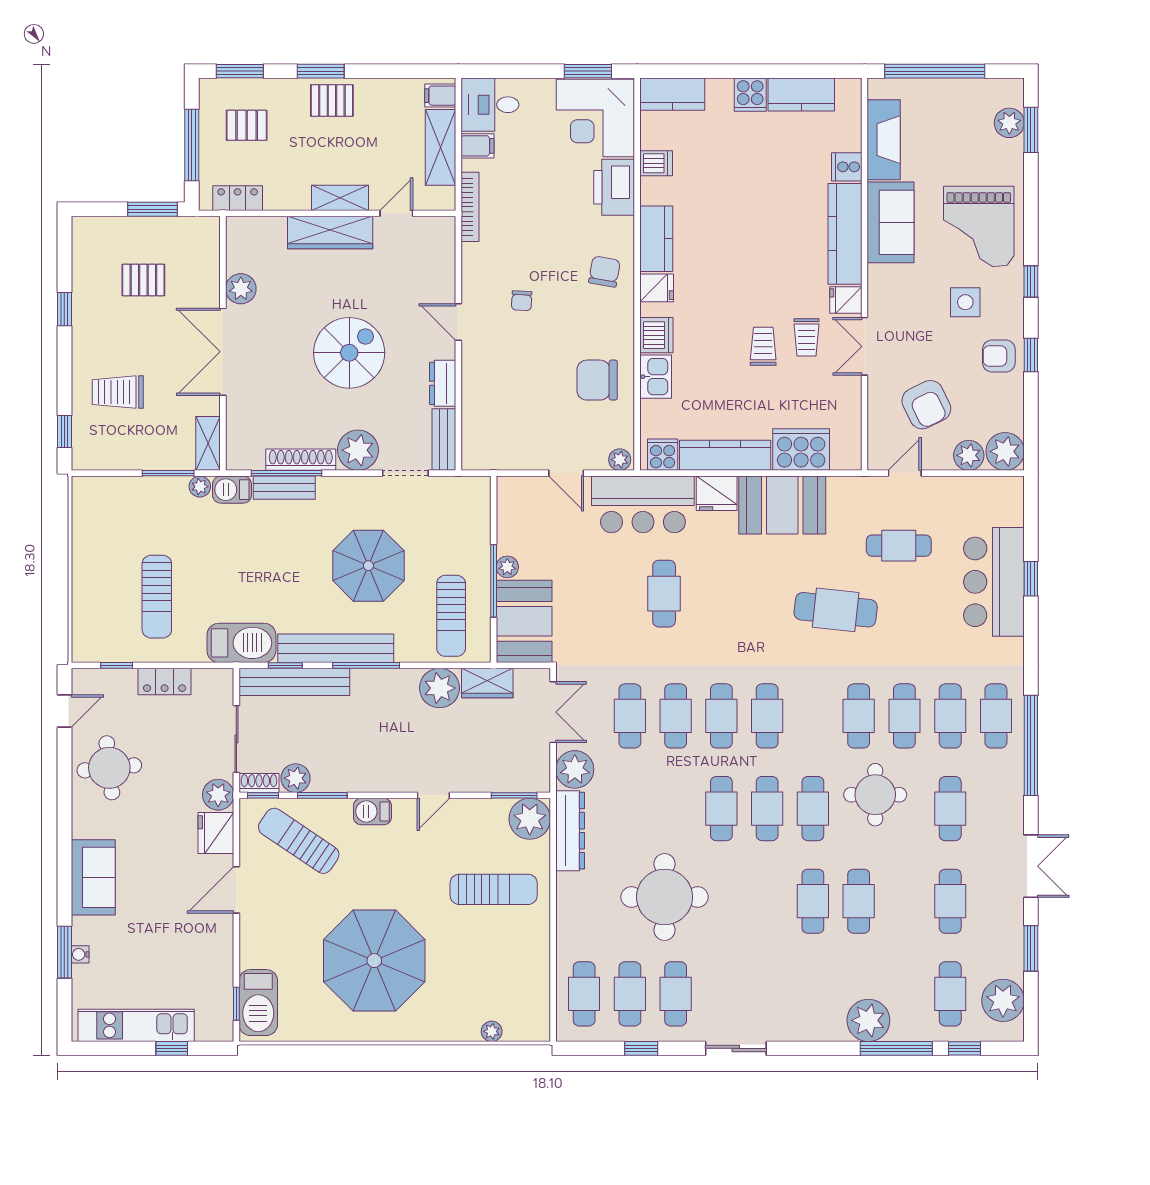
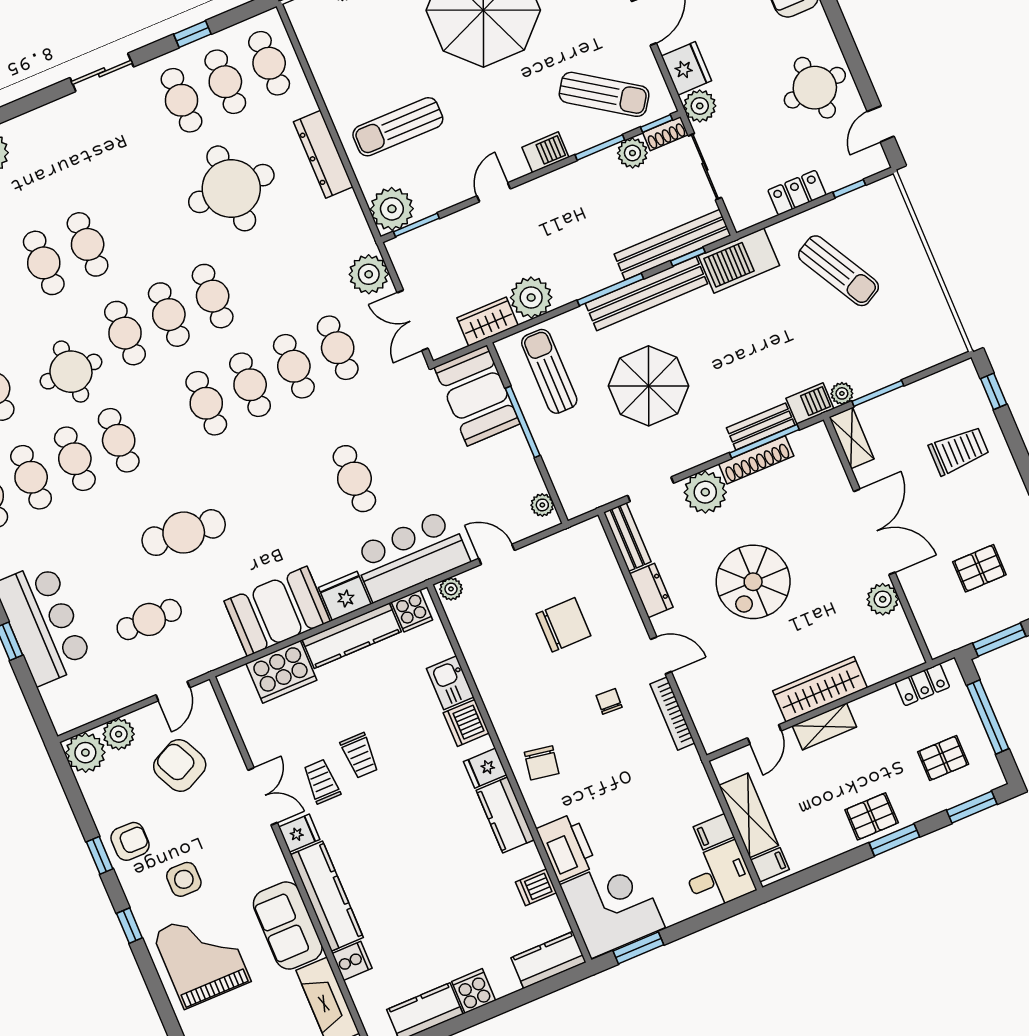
bookcase: (470, 207) -> (672, 714), moved
chair: (597, 380) -> (563, 625), moved
plant: (507, 567) -> (542, 505), moved
sun lounger: (157, 597) -> (839, 271), turned 151
dresser: (570, 831) -> (323, 154), moved

